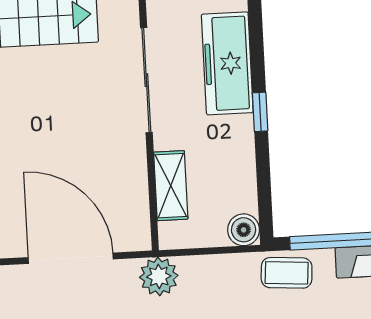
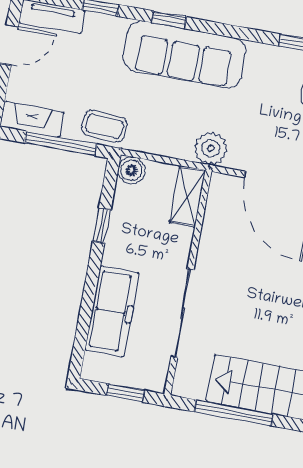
window: (260, 112) -> (102, 225), moved
shelving: (171, 186) -> (188, 196), moved

